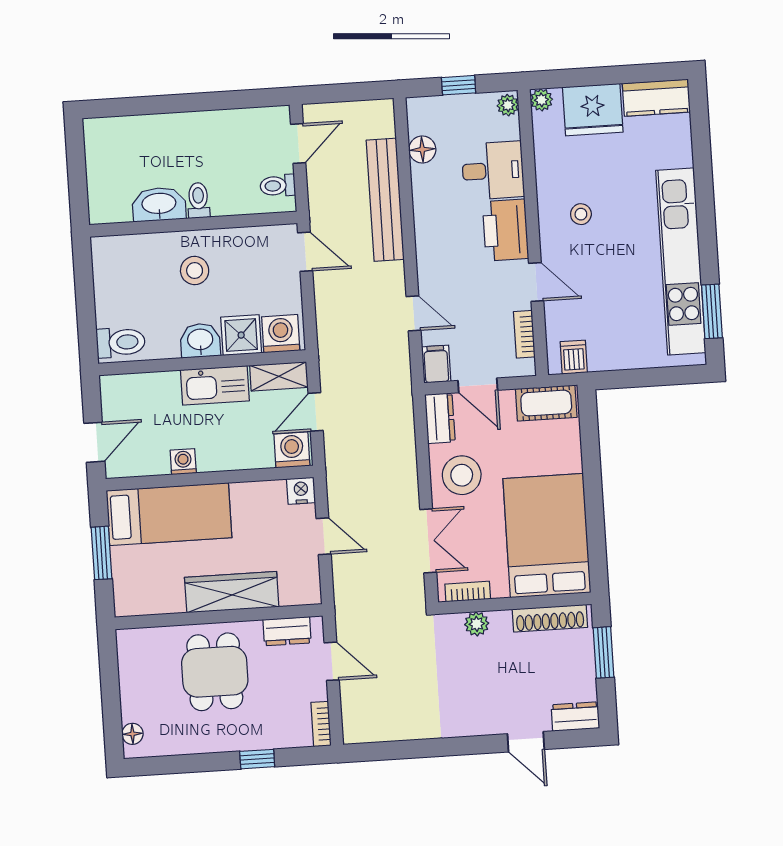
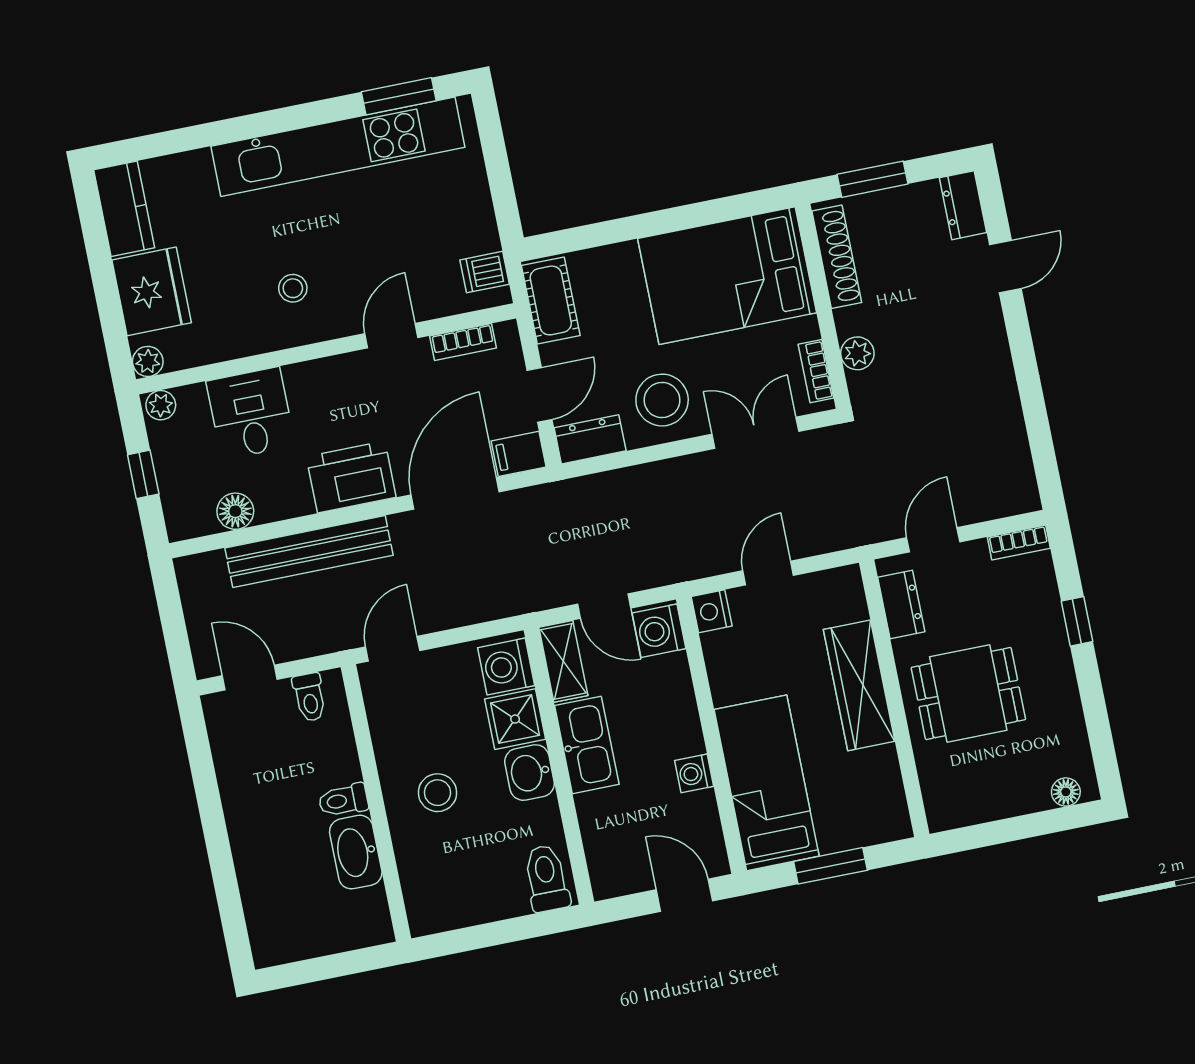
printer: (505, 230) -> (351, 477), moved, turned 180
door: (413, 313) -> (455, 493), width x1.87

